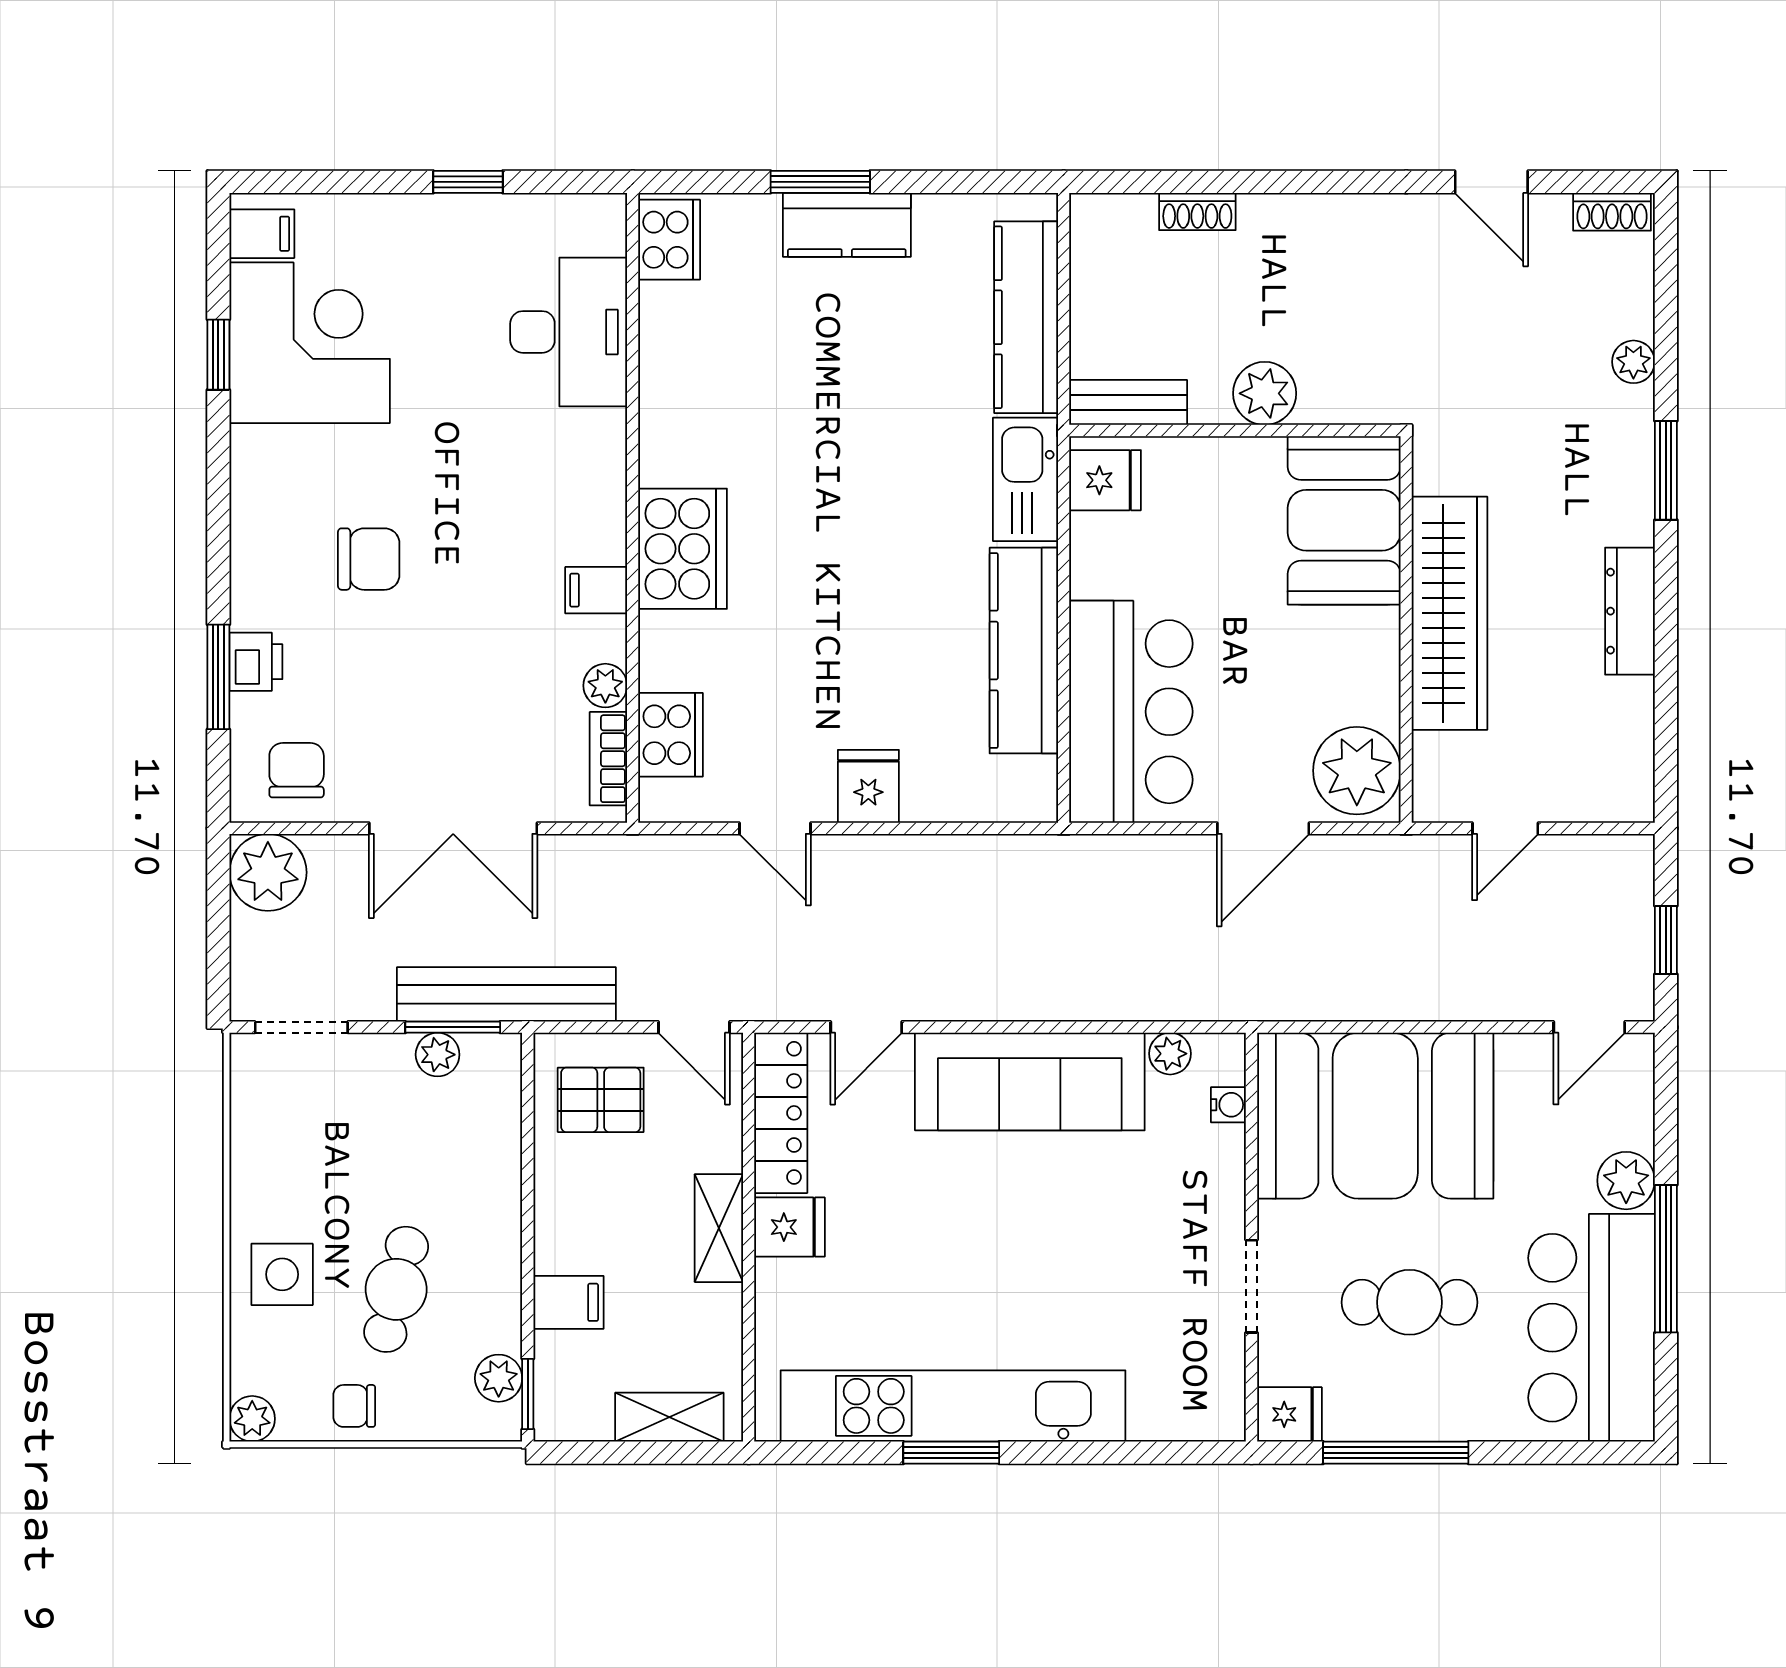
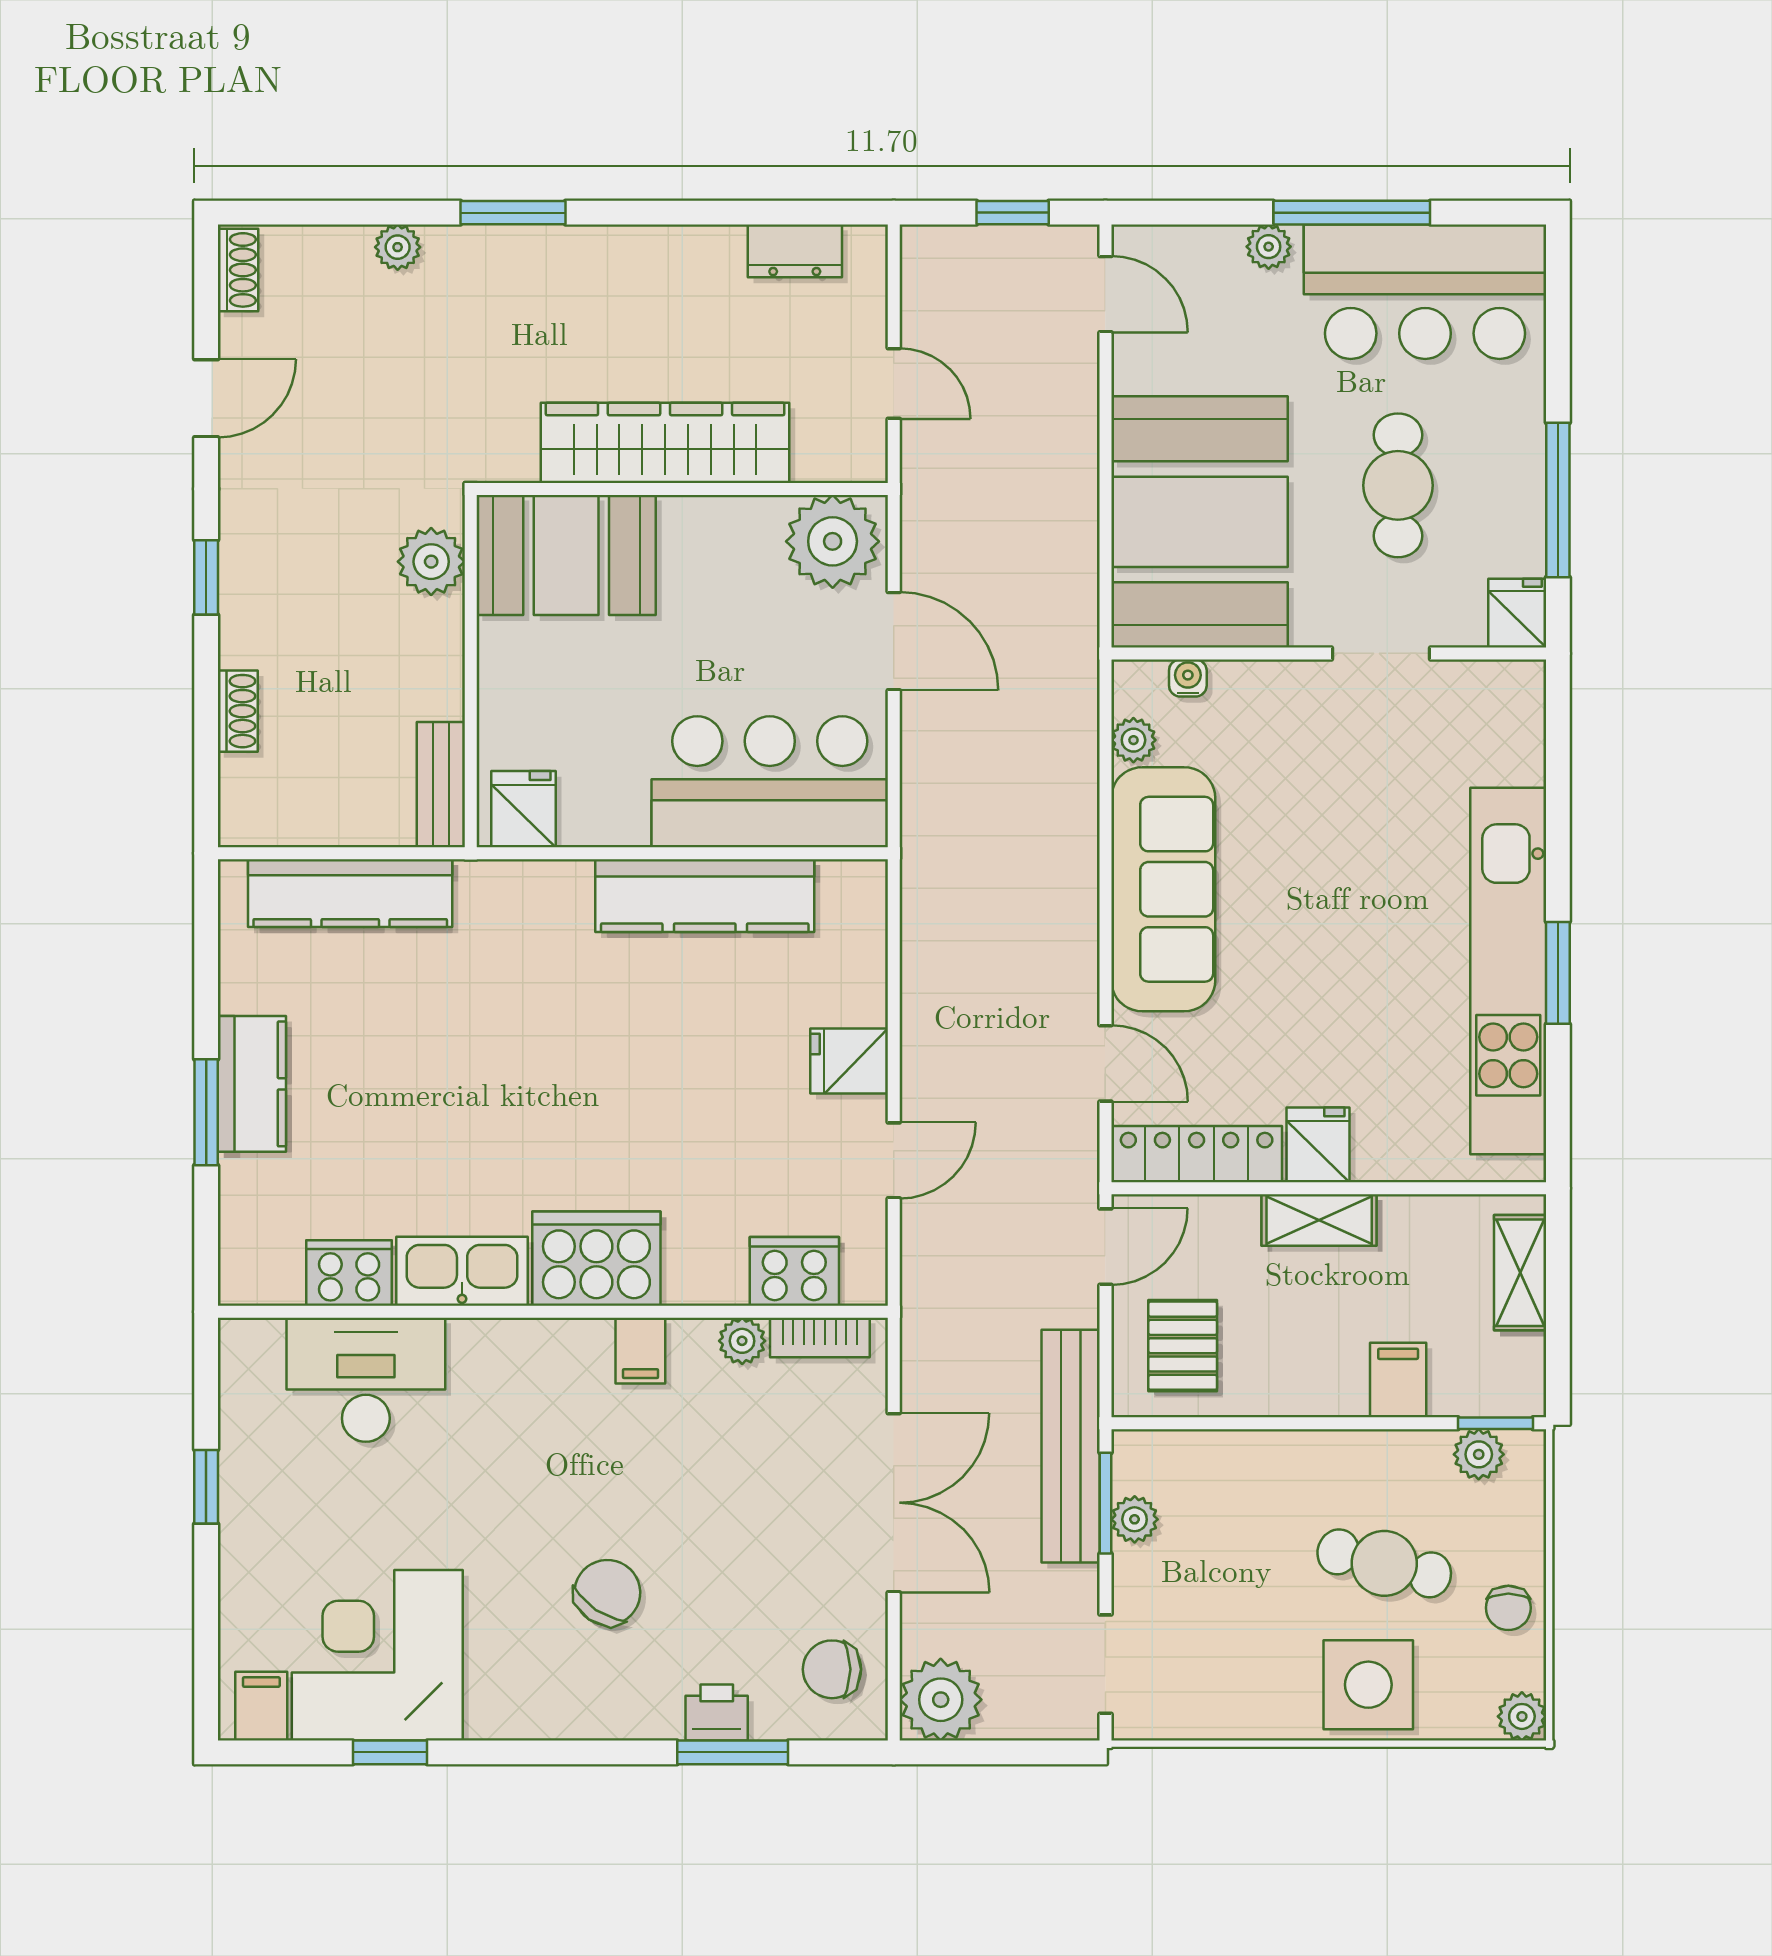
window: (1323, 182) -> (206, 577), added
cooker: (669, 240) -> (349, 1273), moved
plant: (1265, 393) -> (431, 562), moved
kitchen sink: (1026, 479) -> (462, 1271), moved, turned 180
chair: (369, 559) -> (607, 1592), turned 34
dresser: (1630, 611) -> (795, 251), moved, width x0.70
plant: (1626, 1181) -> (1269, 247), width x0.73, depth x0.73
side table: (282, 1274) -> (1368, 1685), width x1.37, depth x1.37

